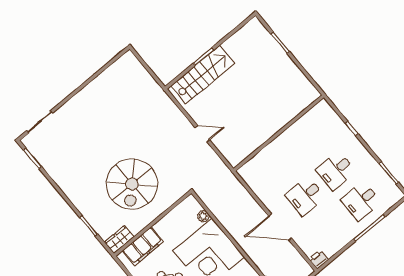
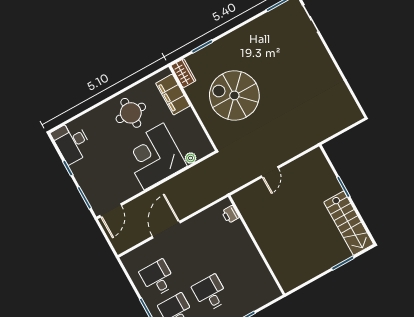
stairs: (203, 75) -> (349, 223), moved
desk: (305, 196) -> (158, 278), moved
printer: (319, 259) -> (230, 214), moved, turned 180

